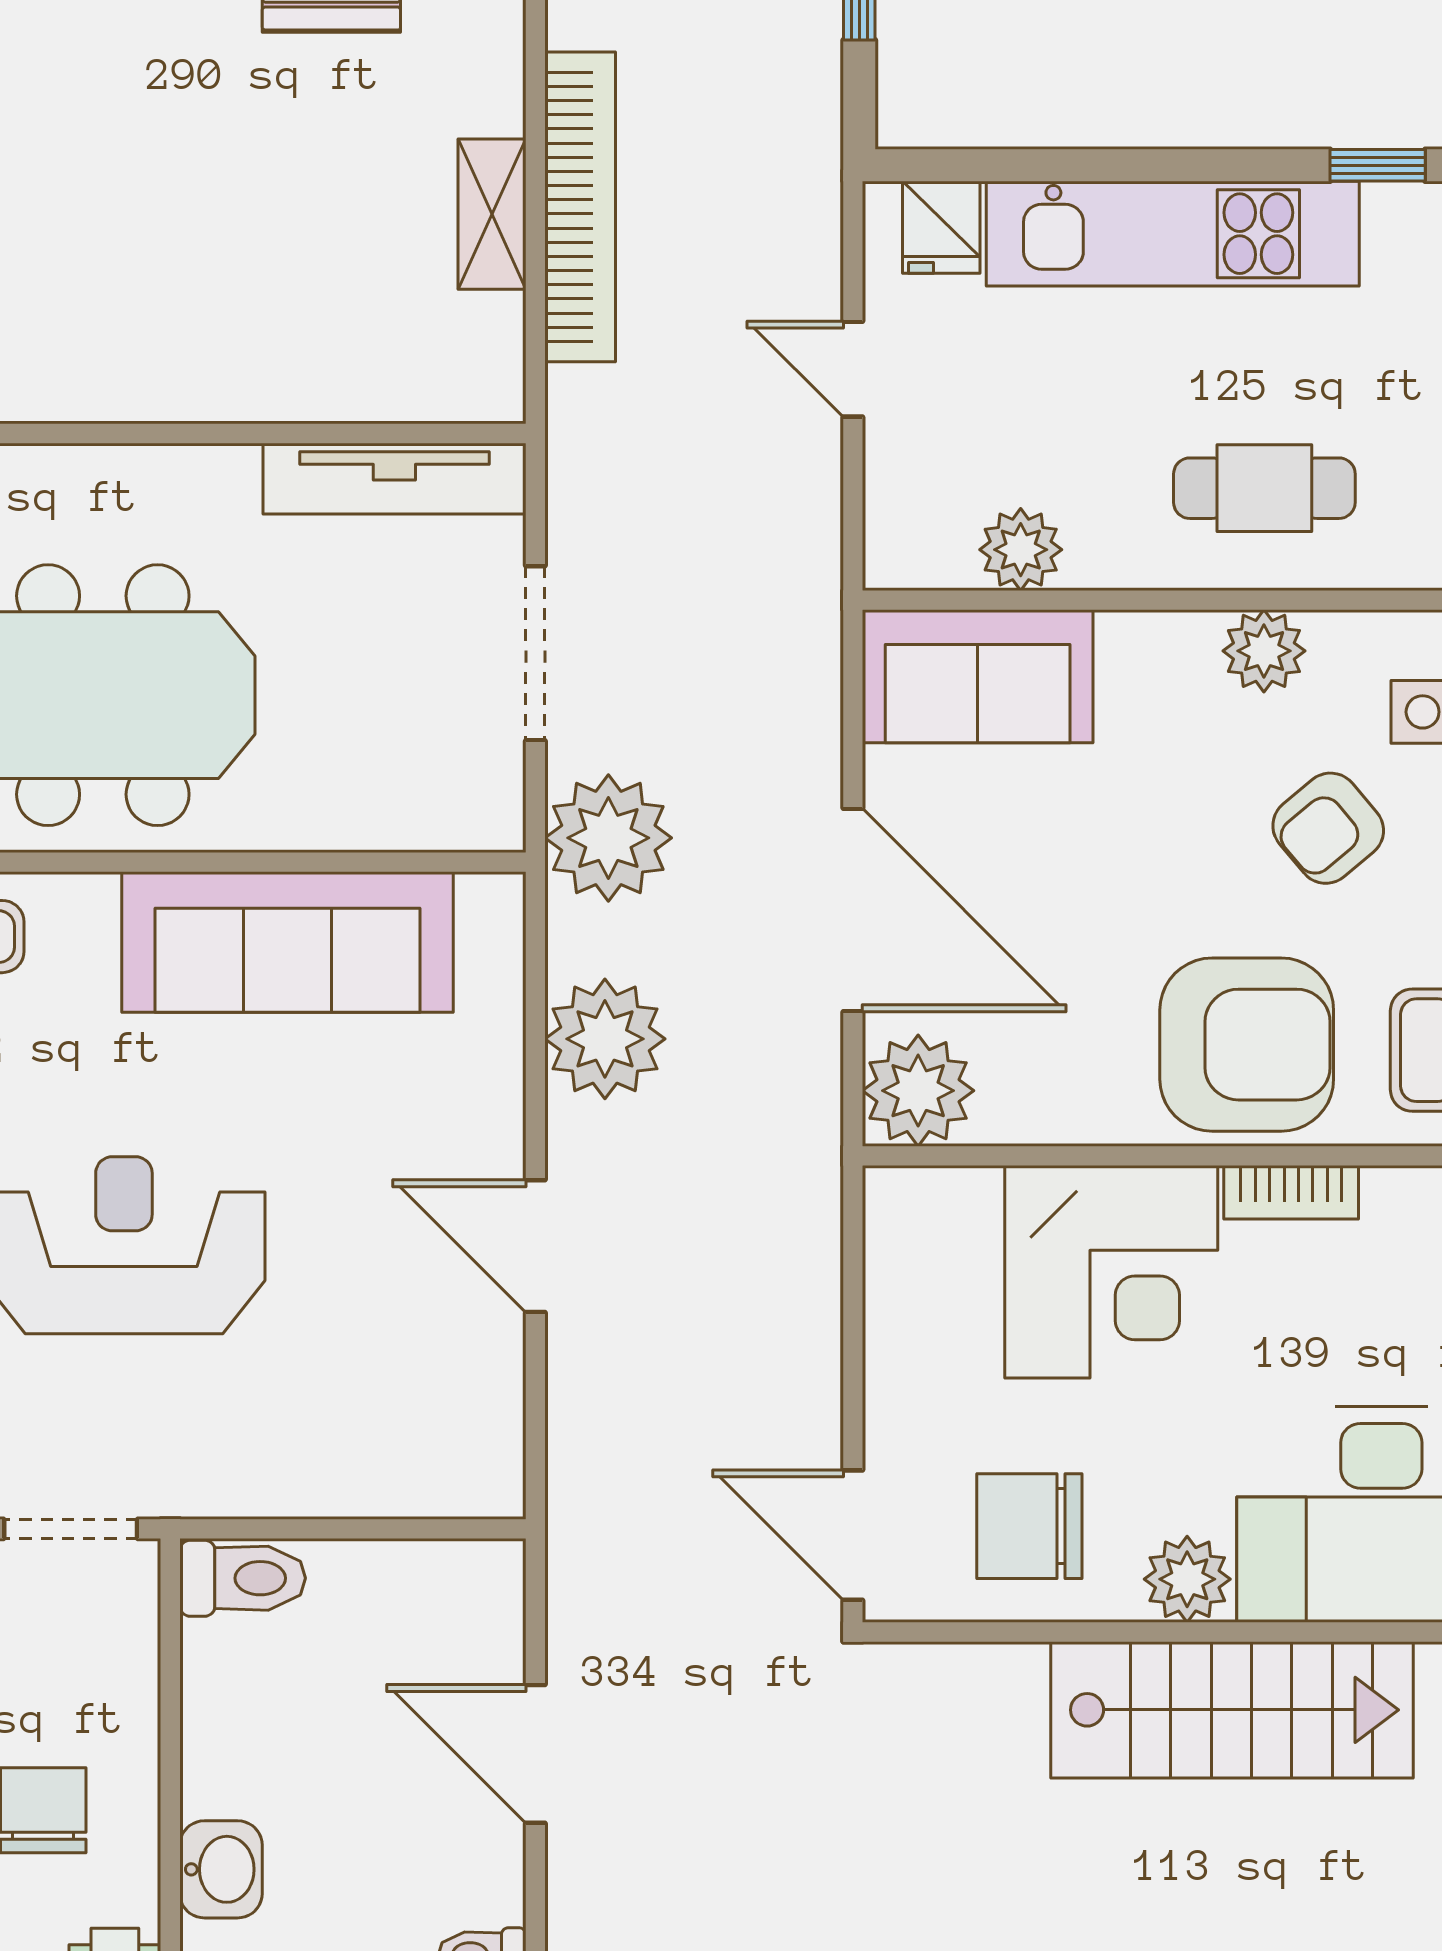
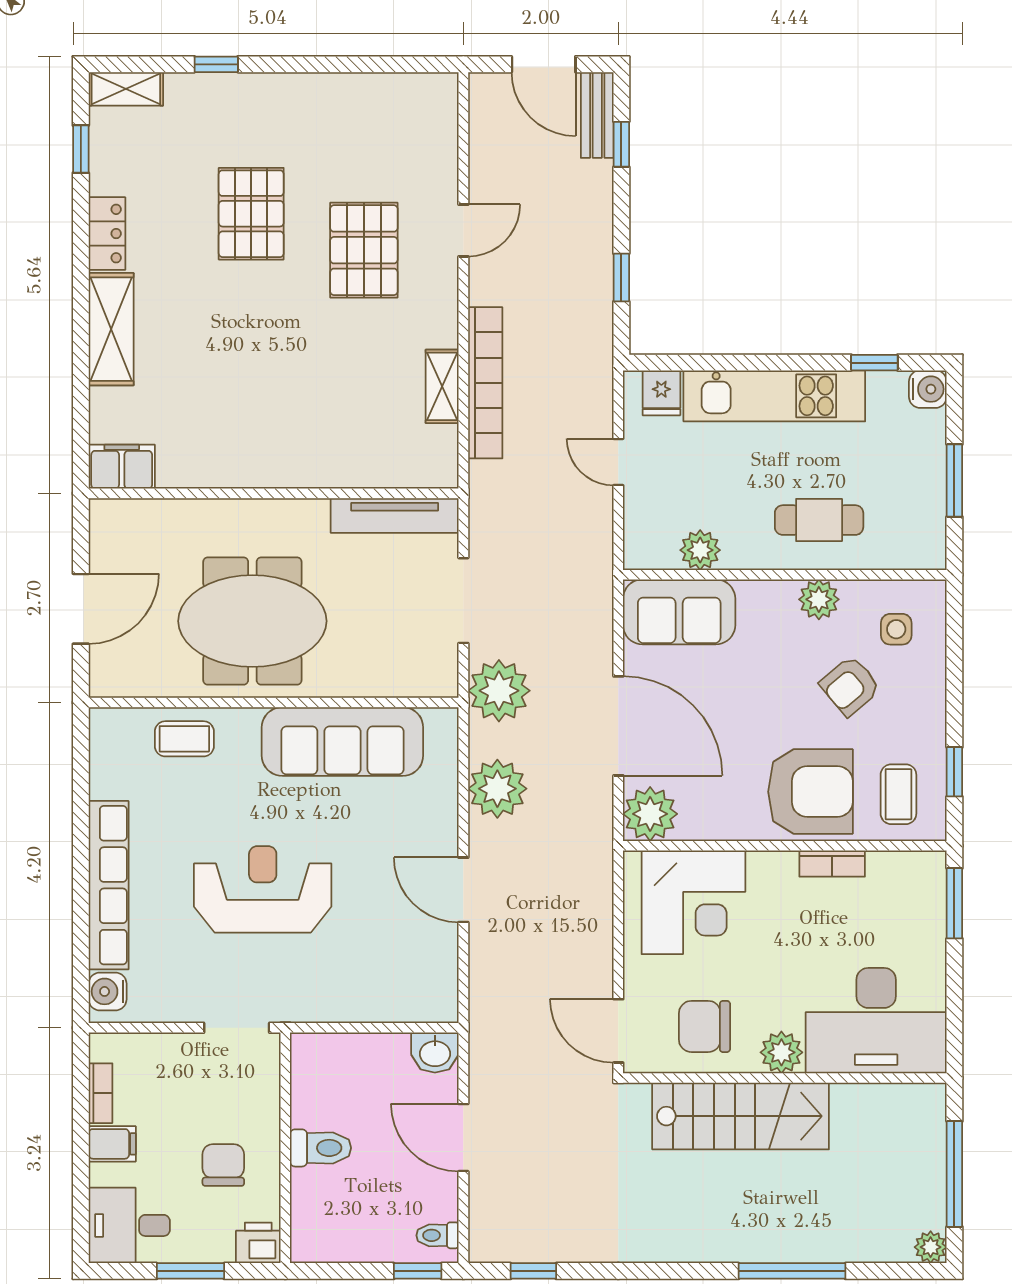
corner desk: (1111, 1272) -> (693, 902), moved
toilet: (243, 1578) -> (321, 1148), moved
stairs: (1232, 1710) -> (741, 1116), moved
washbasin: (221, 1869) -> (435, 1052), moved, turned 90

